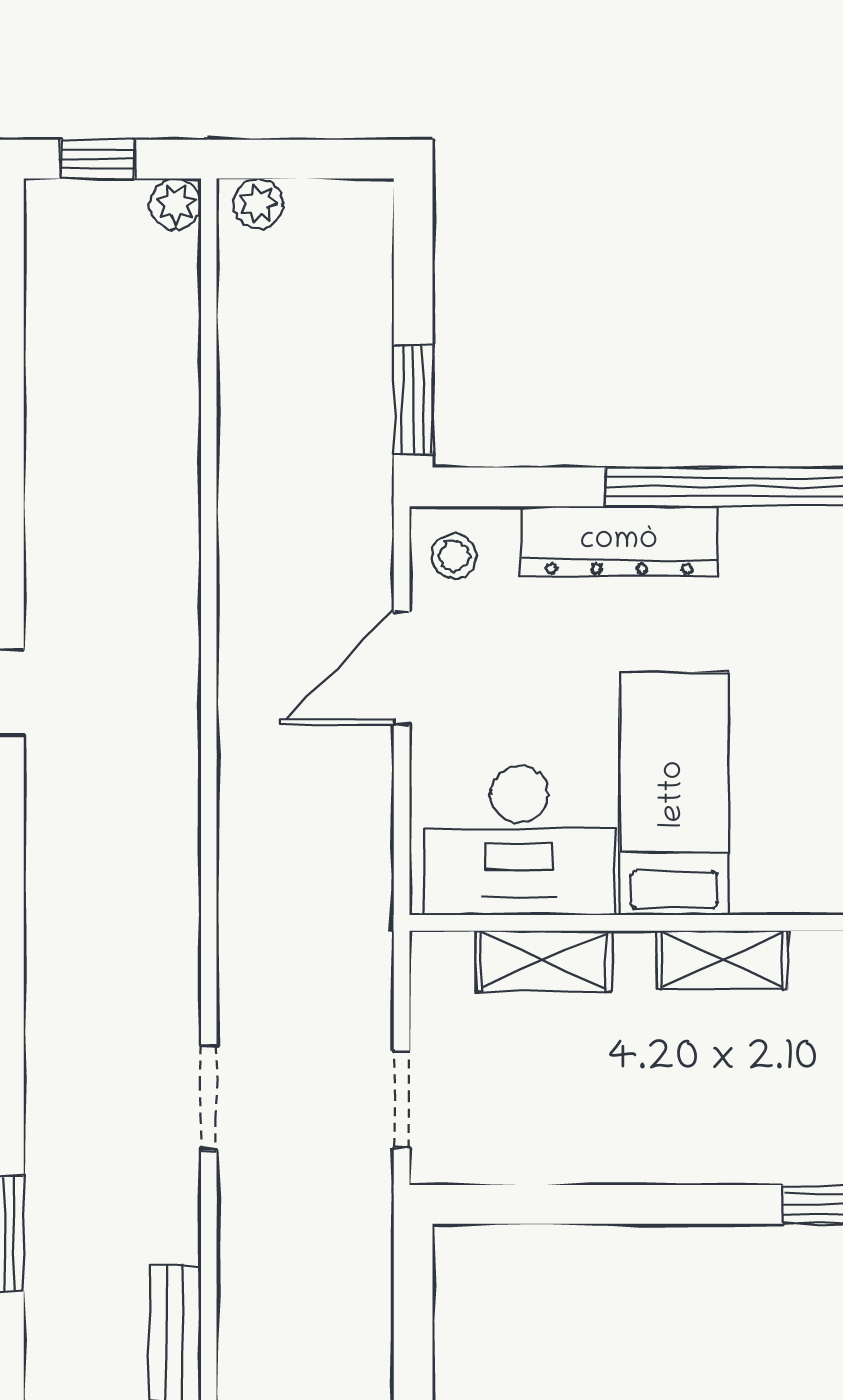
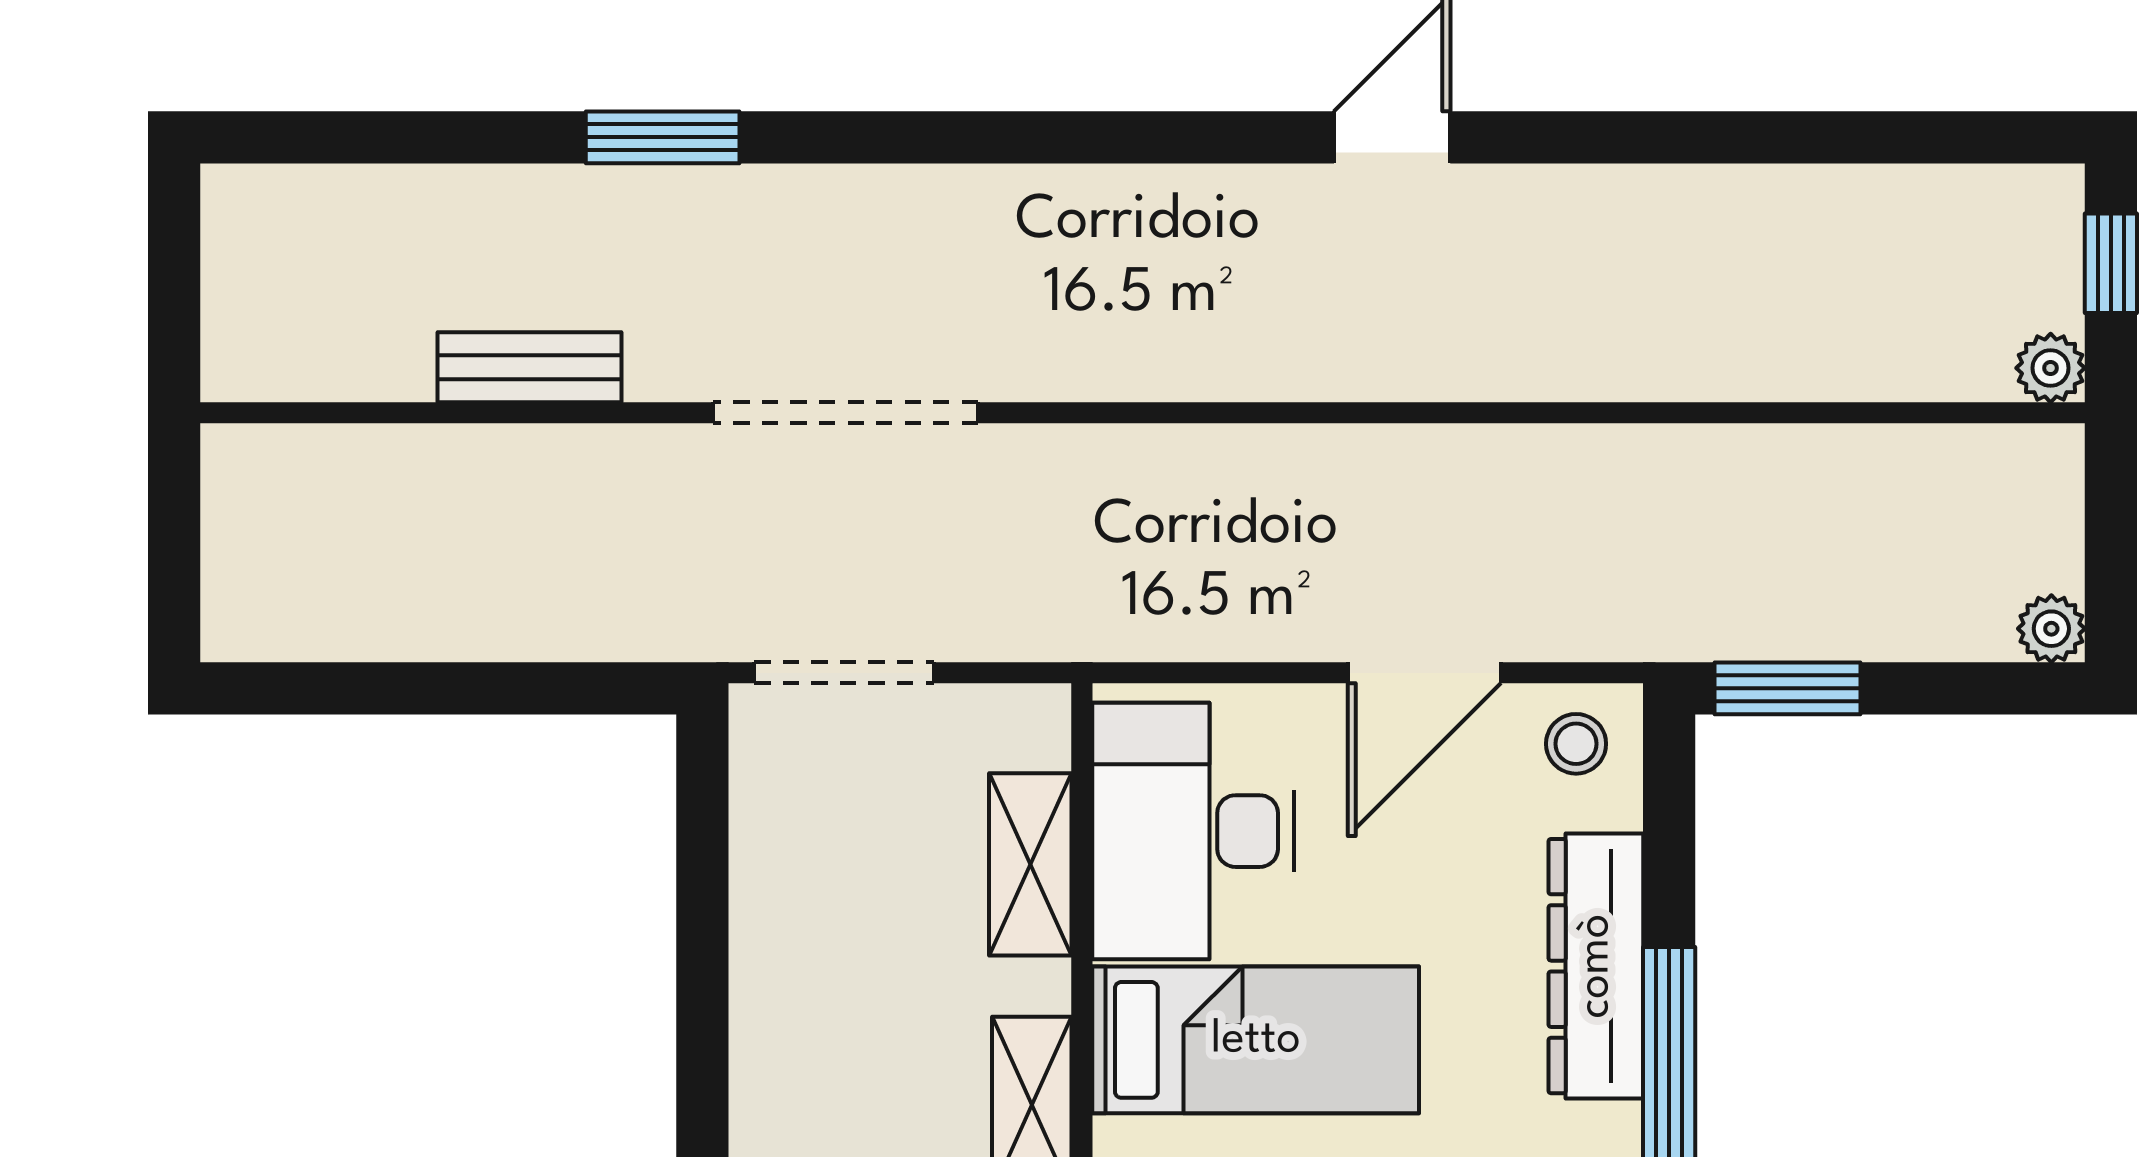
plant: (258, 203) -> (2051, 629), moved
door: (402, 669) -> (1424, 673), swing flipped
doorway: (209, 1098) -> (846, 413), width x1.87
doorway: (402, 1099) -> (844, 673), width x1.38

